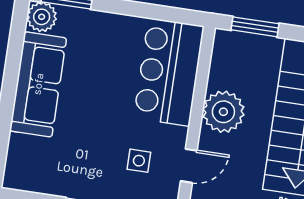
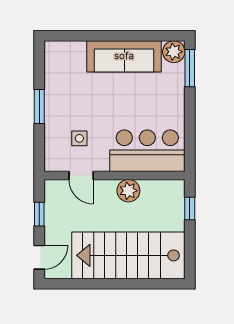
window: (255, 27) -> (190, 209), width x0.67
plant: (223, 112) -> (128, 191), width x0.73, depth x0.73

